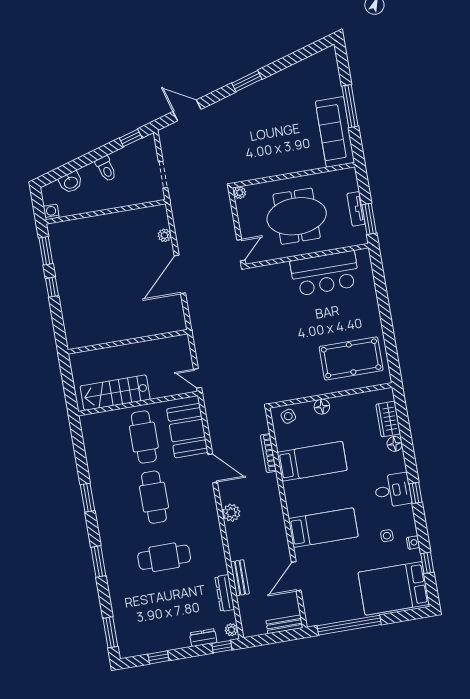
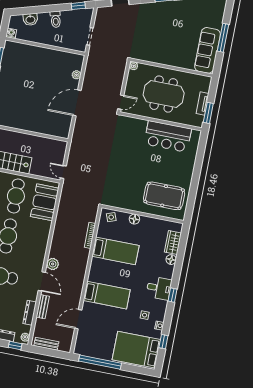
door: (213, 468) -> (42, 281), moved
bench: (284, 624) -> (46, 344), moved

